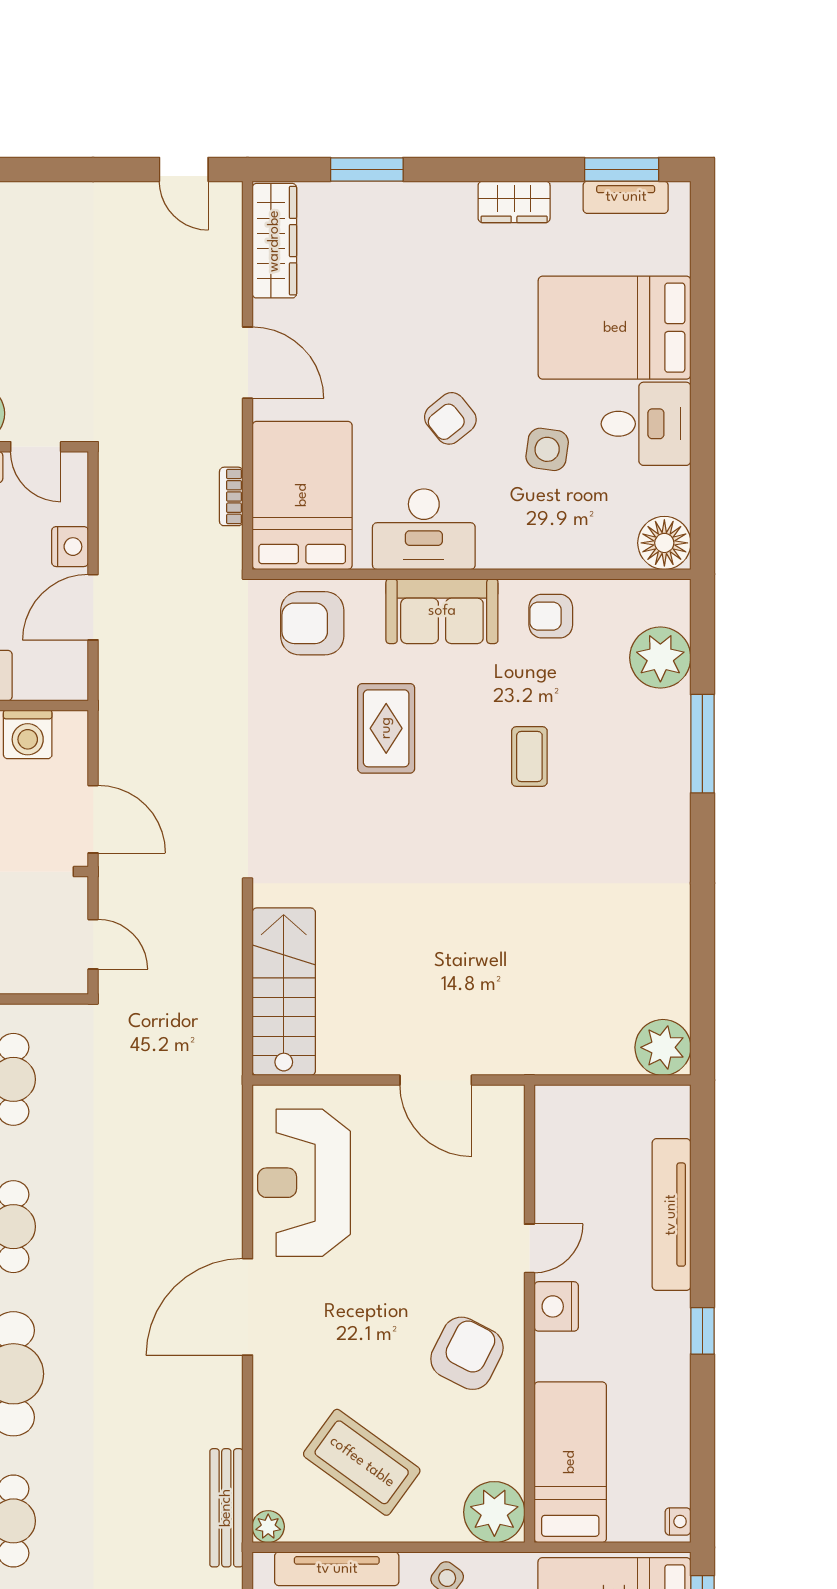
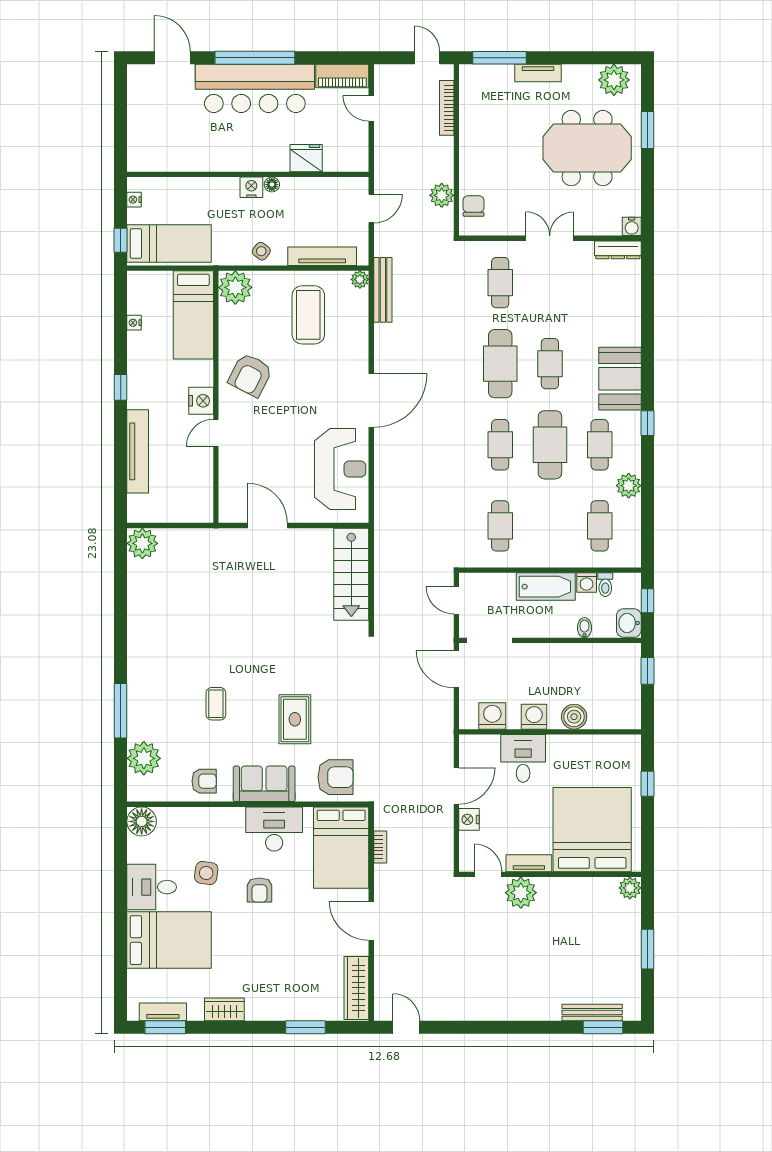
armchair: (450, 418) -> (259, 890), turned 129
coffee table: (362, 1462) -> (308, 315), turned 54
nightstand: (678, 1521) -> (134, 323), moved

